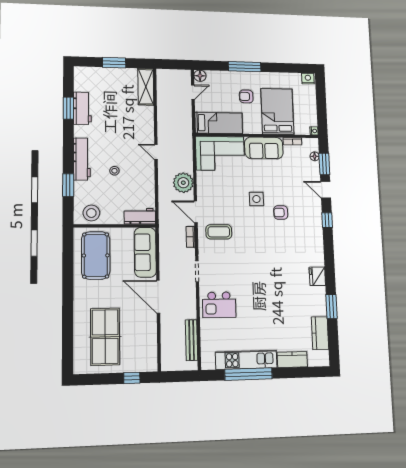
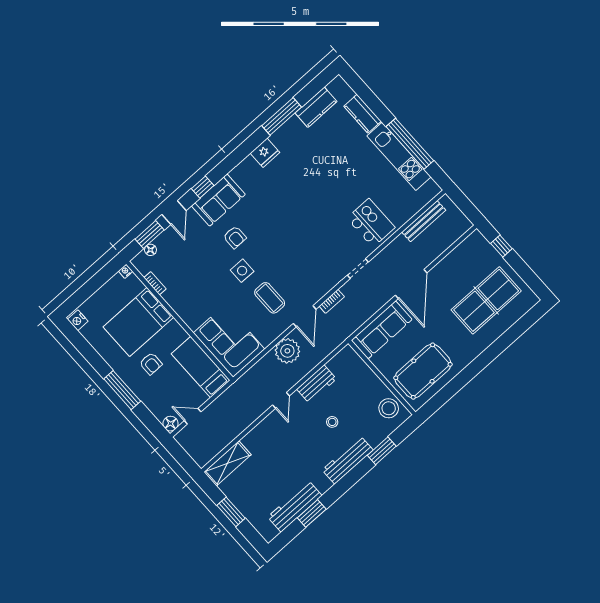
workbench: (82, 108) -> (295, 506), width x1.37
sofa: (264, 148) -> (218, 200), moved, turned 90
workbench: (140, 216) -> (317, 384), moved, turned -90
coffee table: (219, 232) -> (270, 298), moved
window: (331, 306) -> (282, 116), width x1.44

